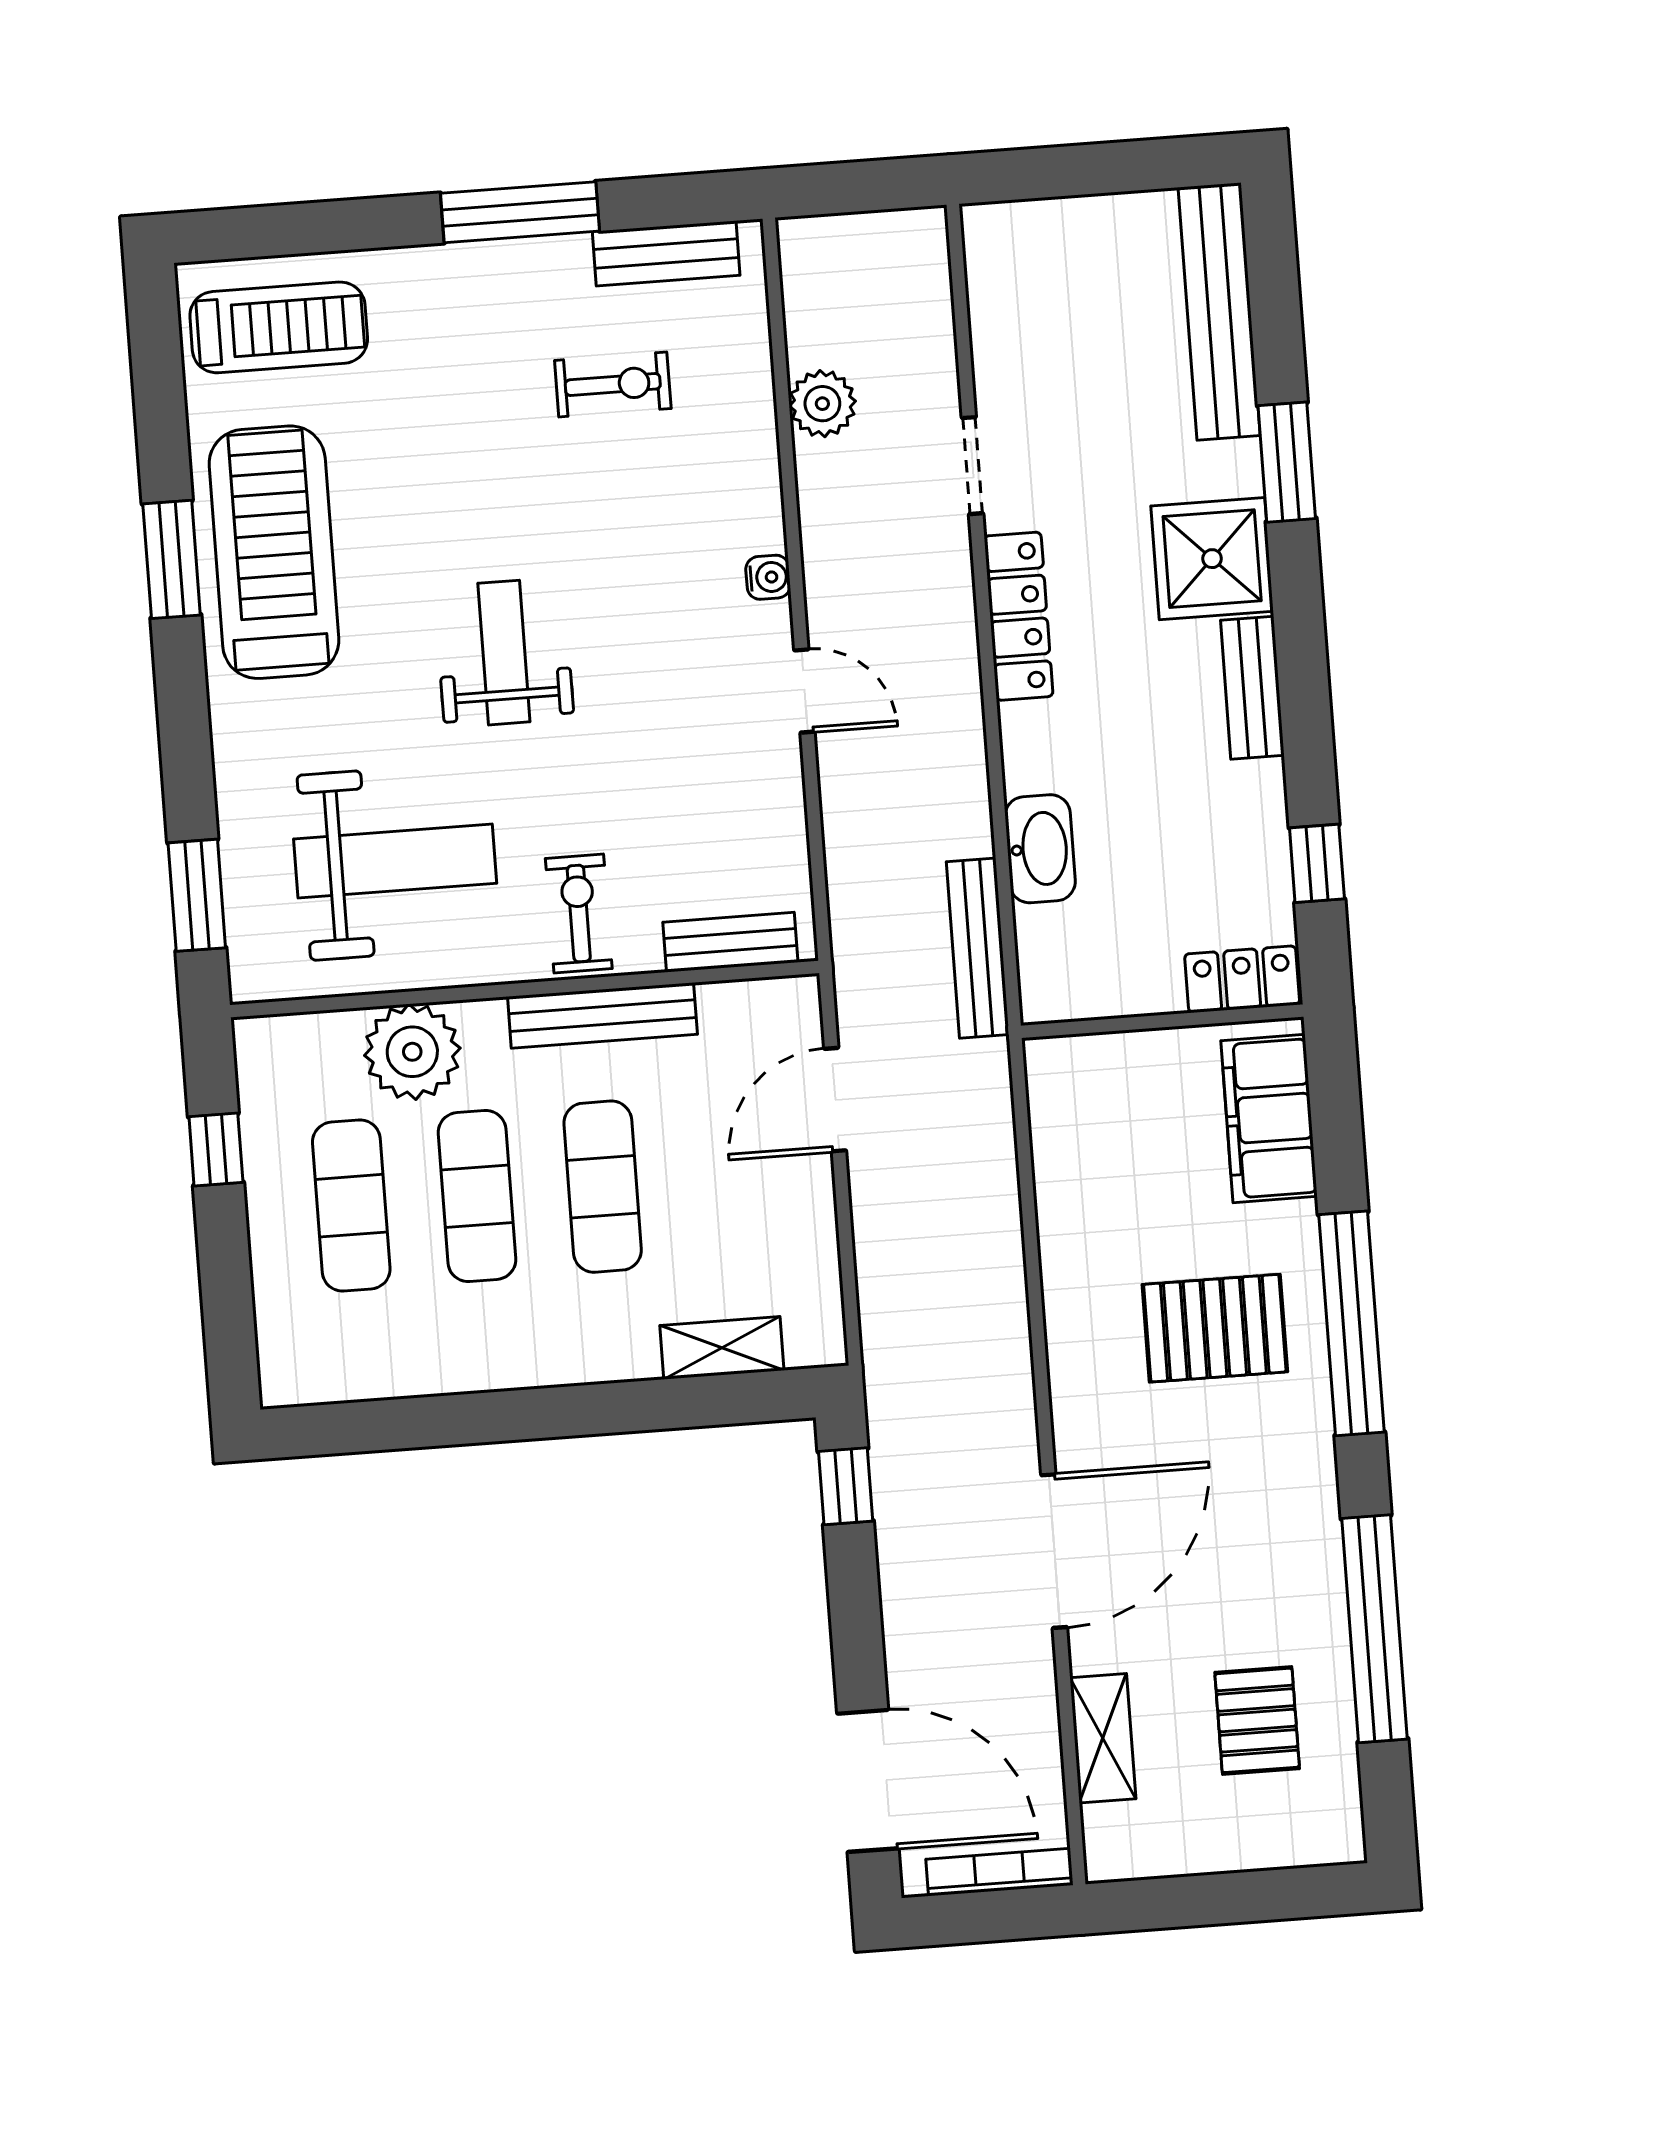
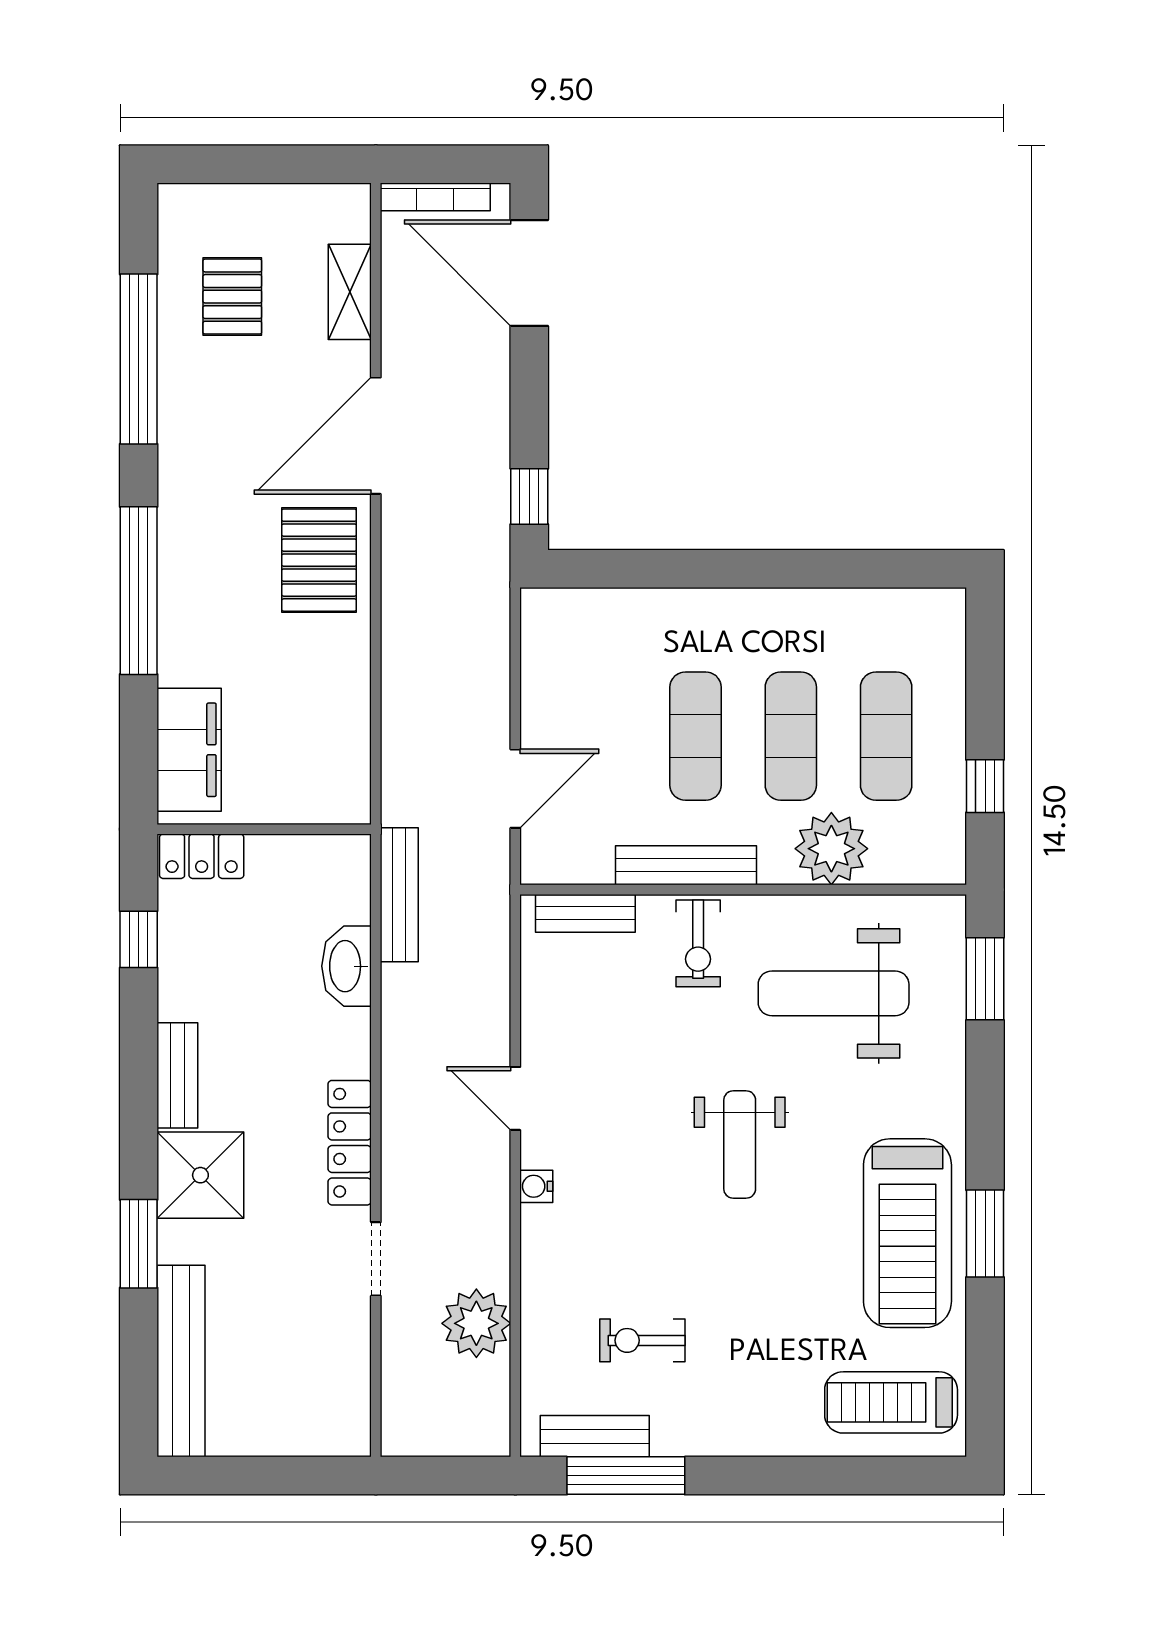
window: (520, 212) -> (626, 1476), moved
plant: (822, 404) -> (476, 1323), width x1.36, depth x1.36
pallet: (1215, 1328) -> (319, 560), moved, turned 90
shelving: (722, 1348) -> (615, 608), removed

